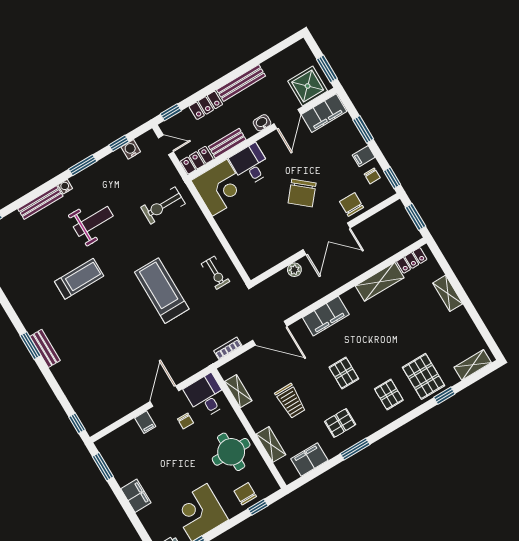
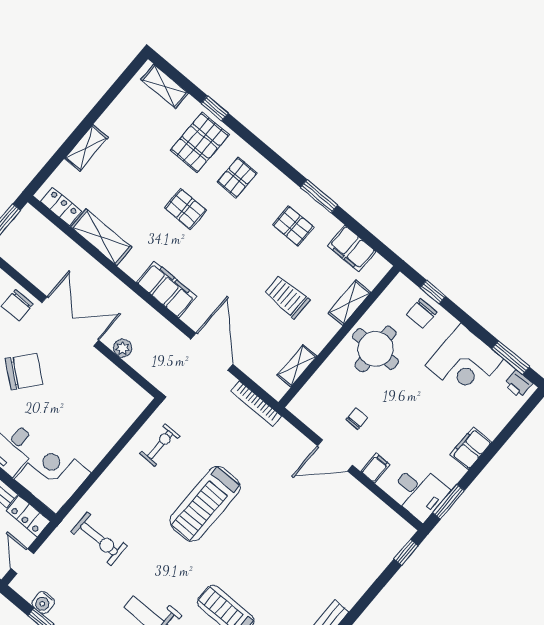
bookcase: (228, 348) -> (256, 404), width x1.56
pallet: (344, 373) -> (186, 209), moved, turned 90
desk: (206, 396) -> (419, 492), moved, turned -90
trolley: (291, 401) -> (287, 297), turned -90

